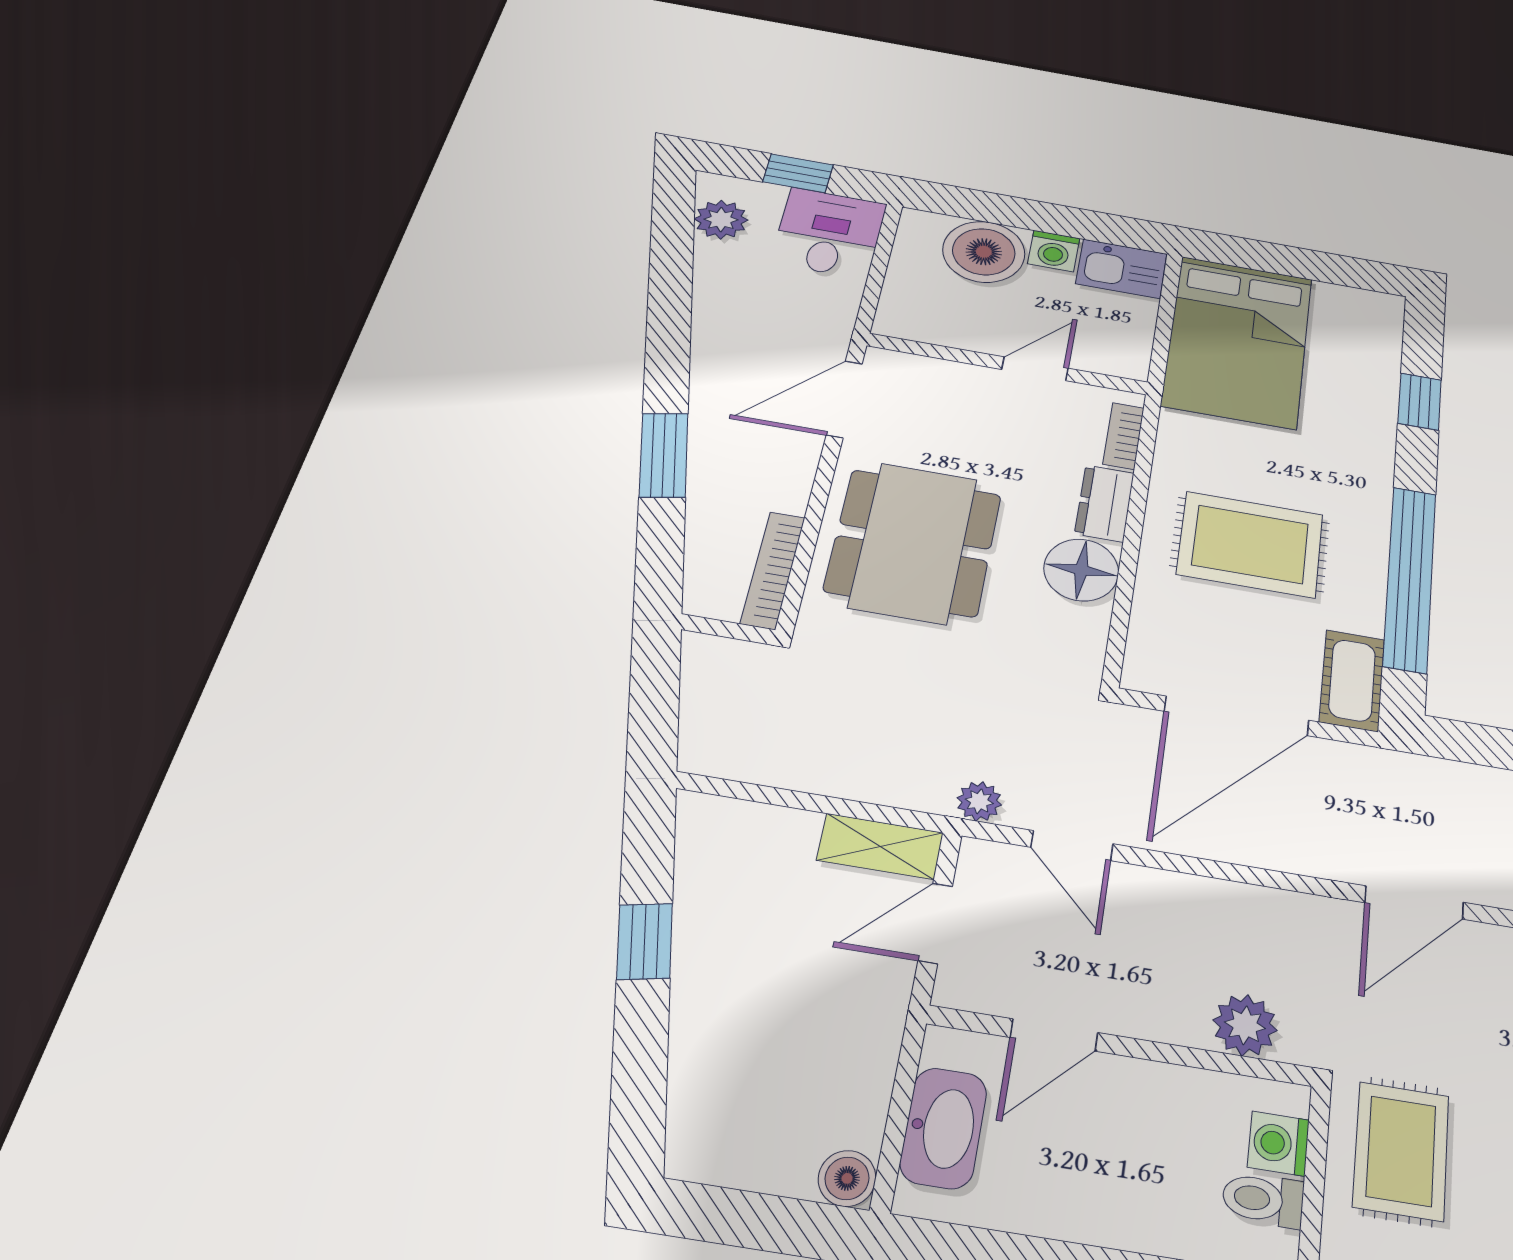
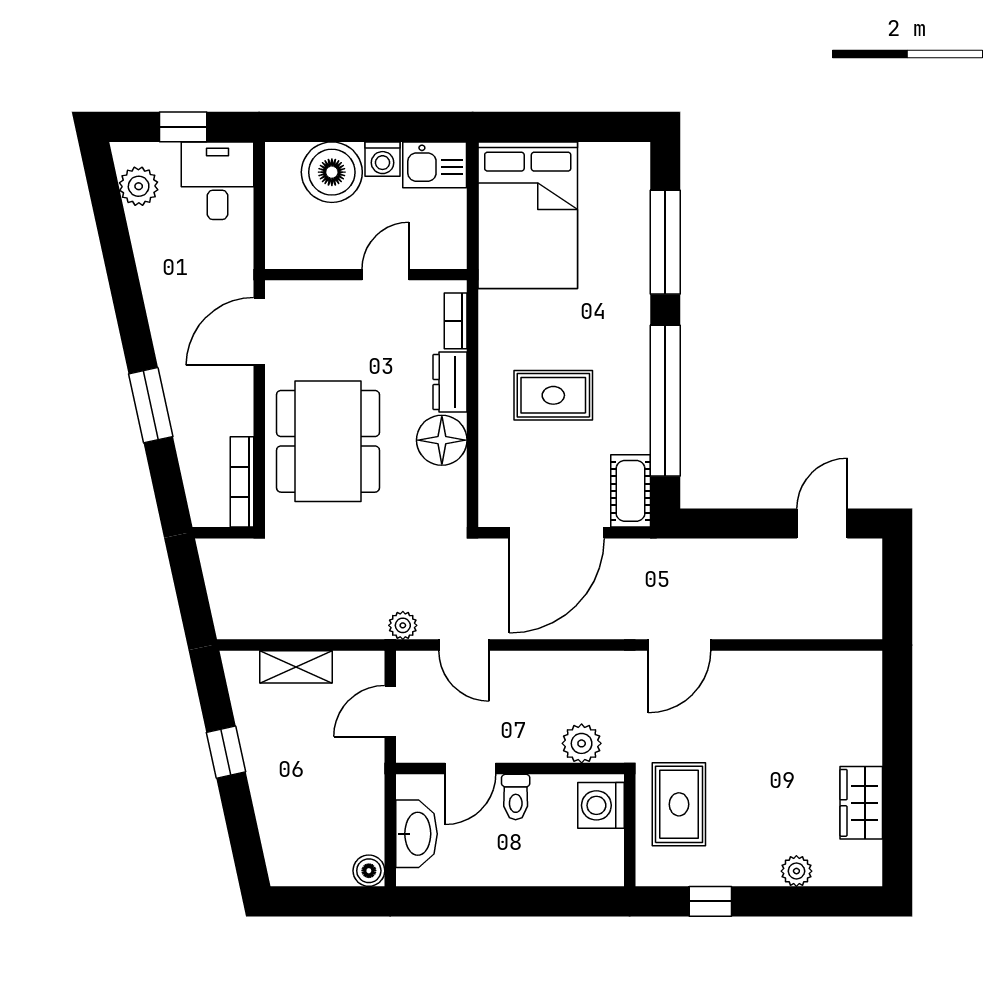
window: (1420, 401) -> (665, 242), width x2.17
rug: (1250, 544) -> (553, 395), width x0.73, depth x0.70
shelving: (880, 846) -> (296, 667), moved
washing machine: (1278, 1143) -> (601, 805), width x1.38, depth x1.38
toilet: (1263, 1199) -> (516, 797), moved, turned -90

